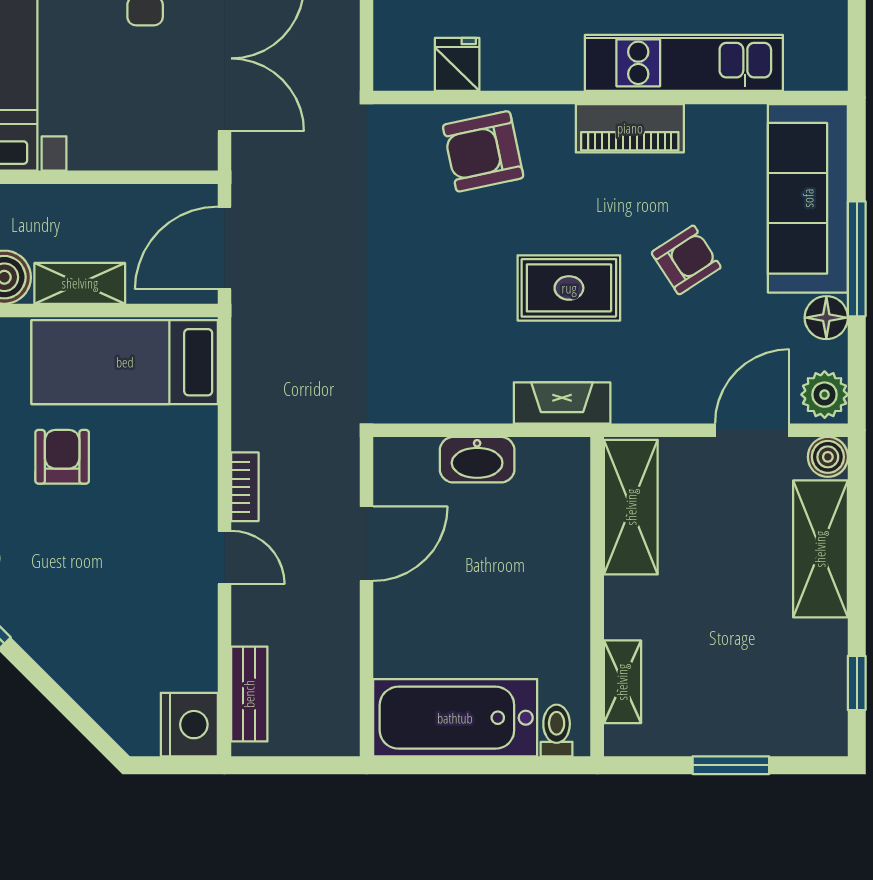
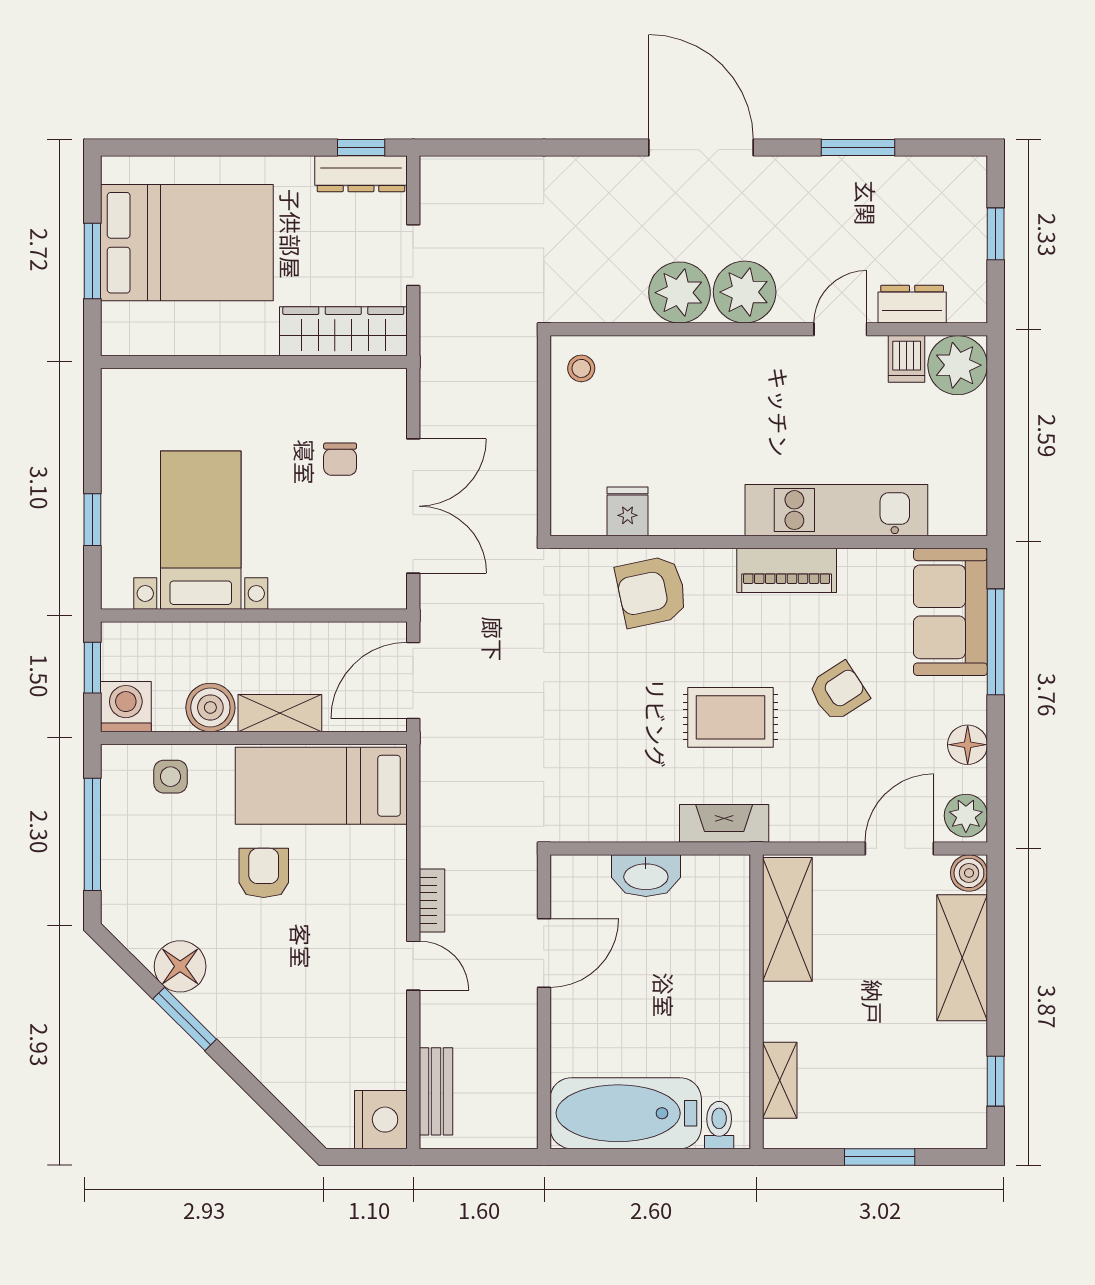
sofa: (808, 198) -> (951, 612), width x0.73
window: (857, 259) -> (996, 642), moved

